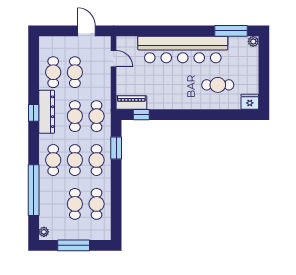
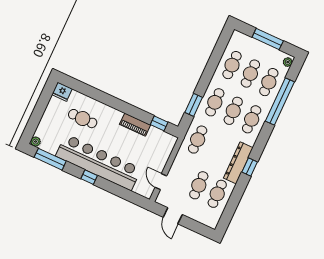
window: (185, 31) -> (89, 177), added
piano: (131, 102) -> (135, 125), moved
cafe table: (75, 116) -> (269, 82), moved

